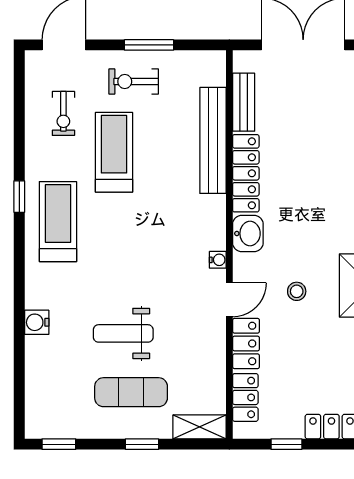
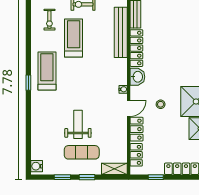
window: (19, 197) -> (28, 83), moved
water cooler: (37, 322) -> (37, 166), moved
weight bench: (123, 333) -> (78, 124), turned 90
window: (59, 444) -> (62, 177), moved

